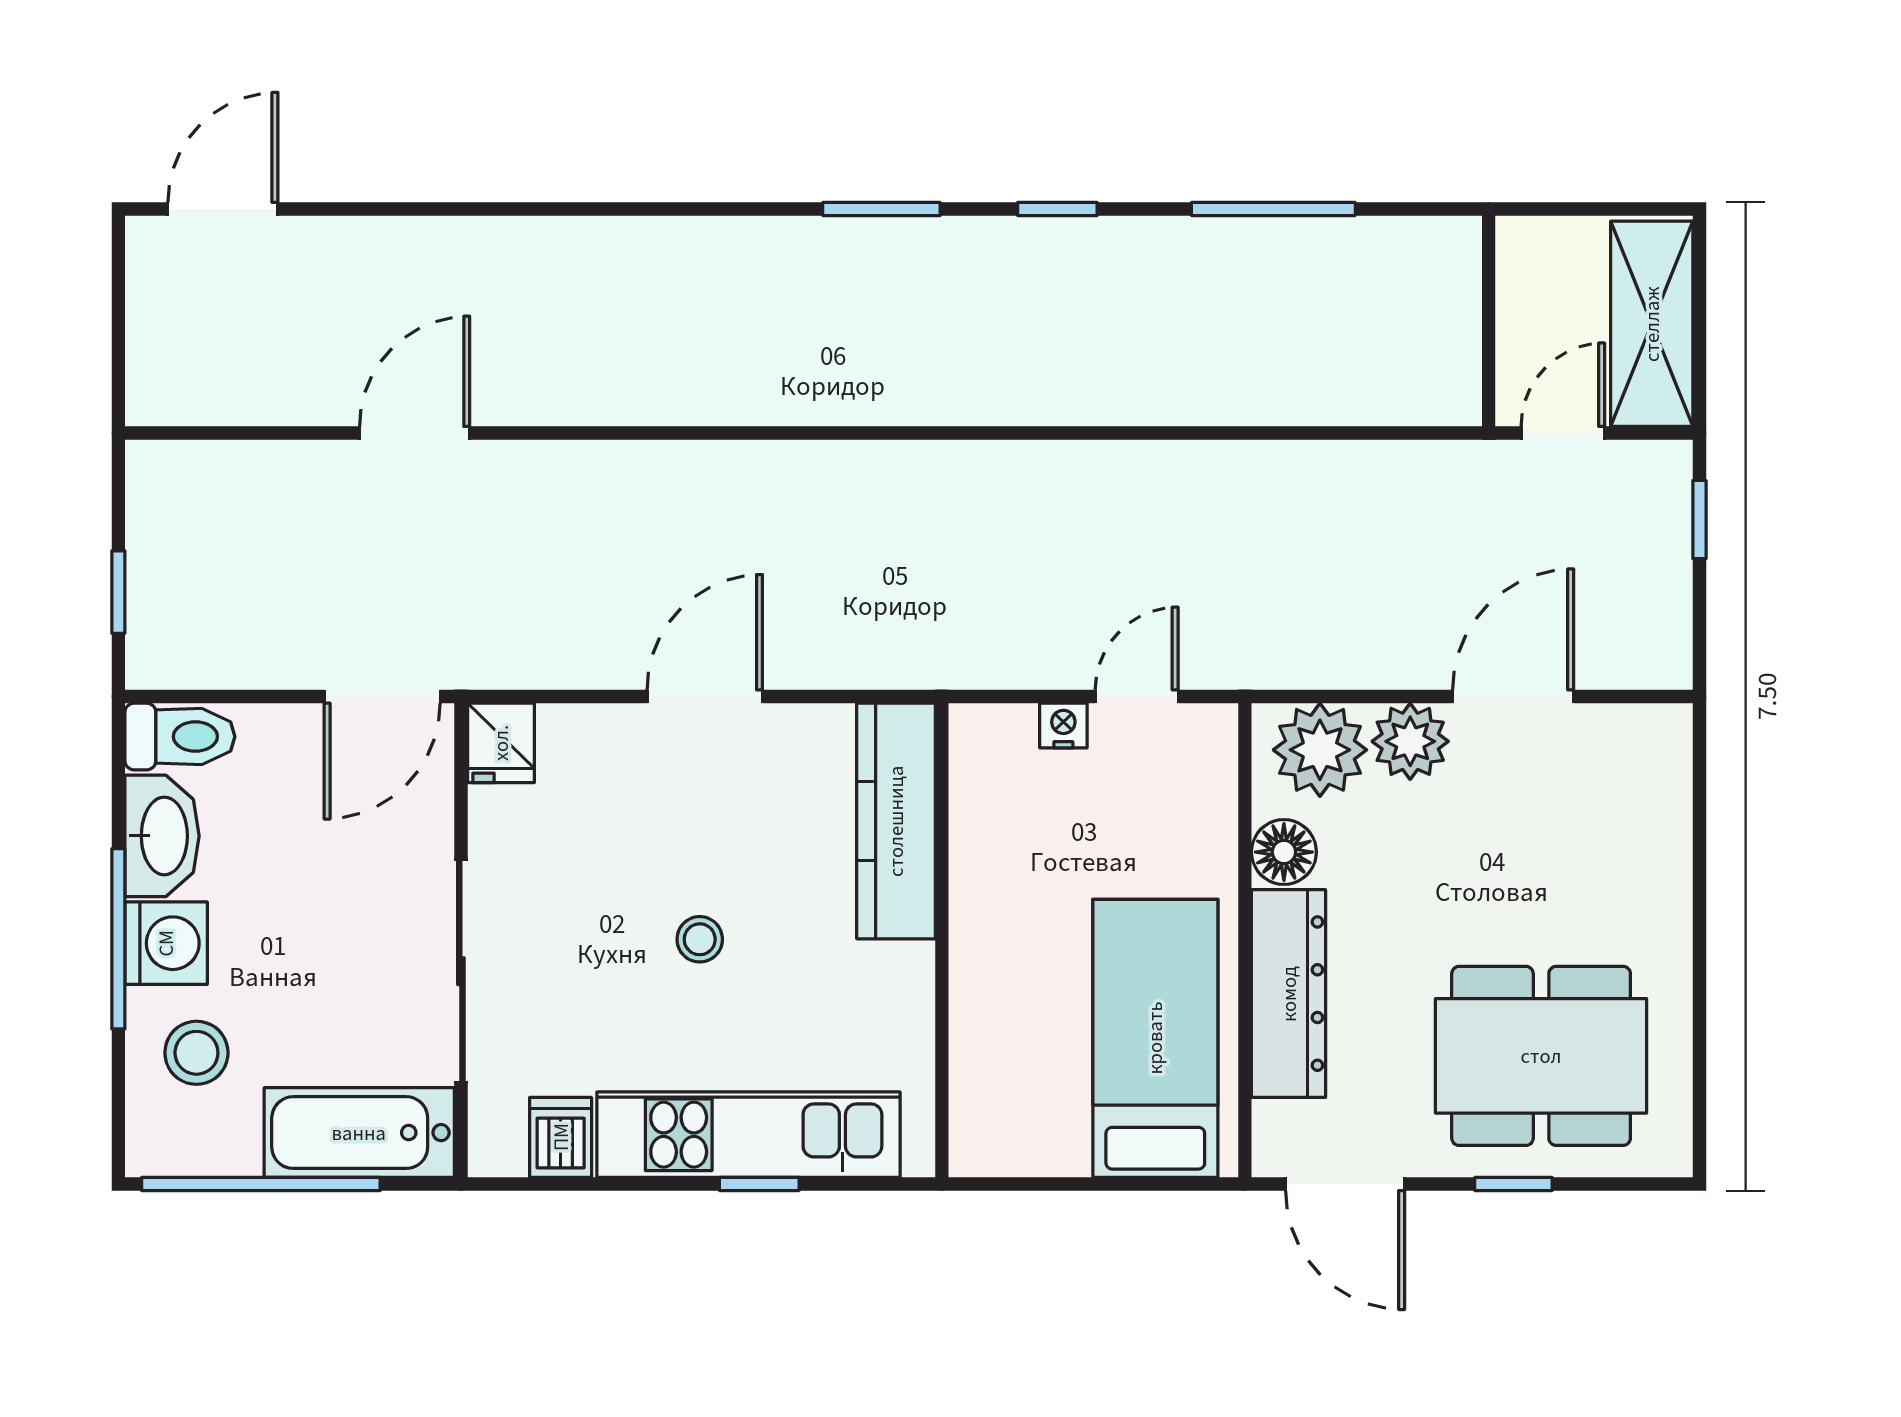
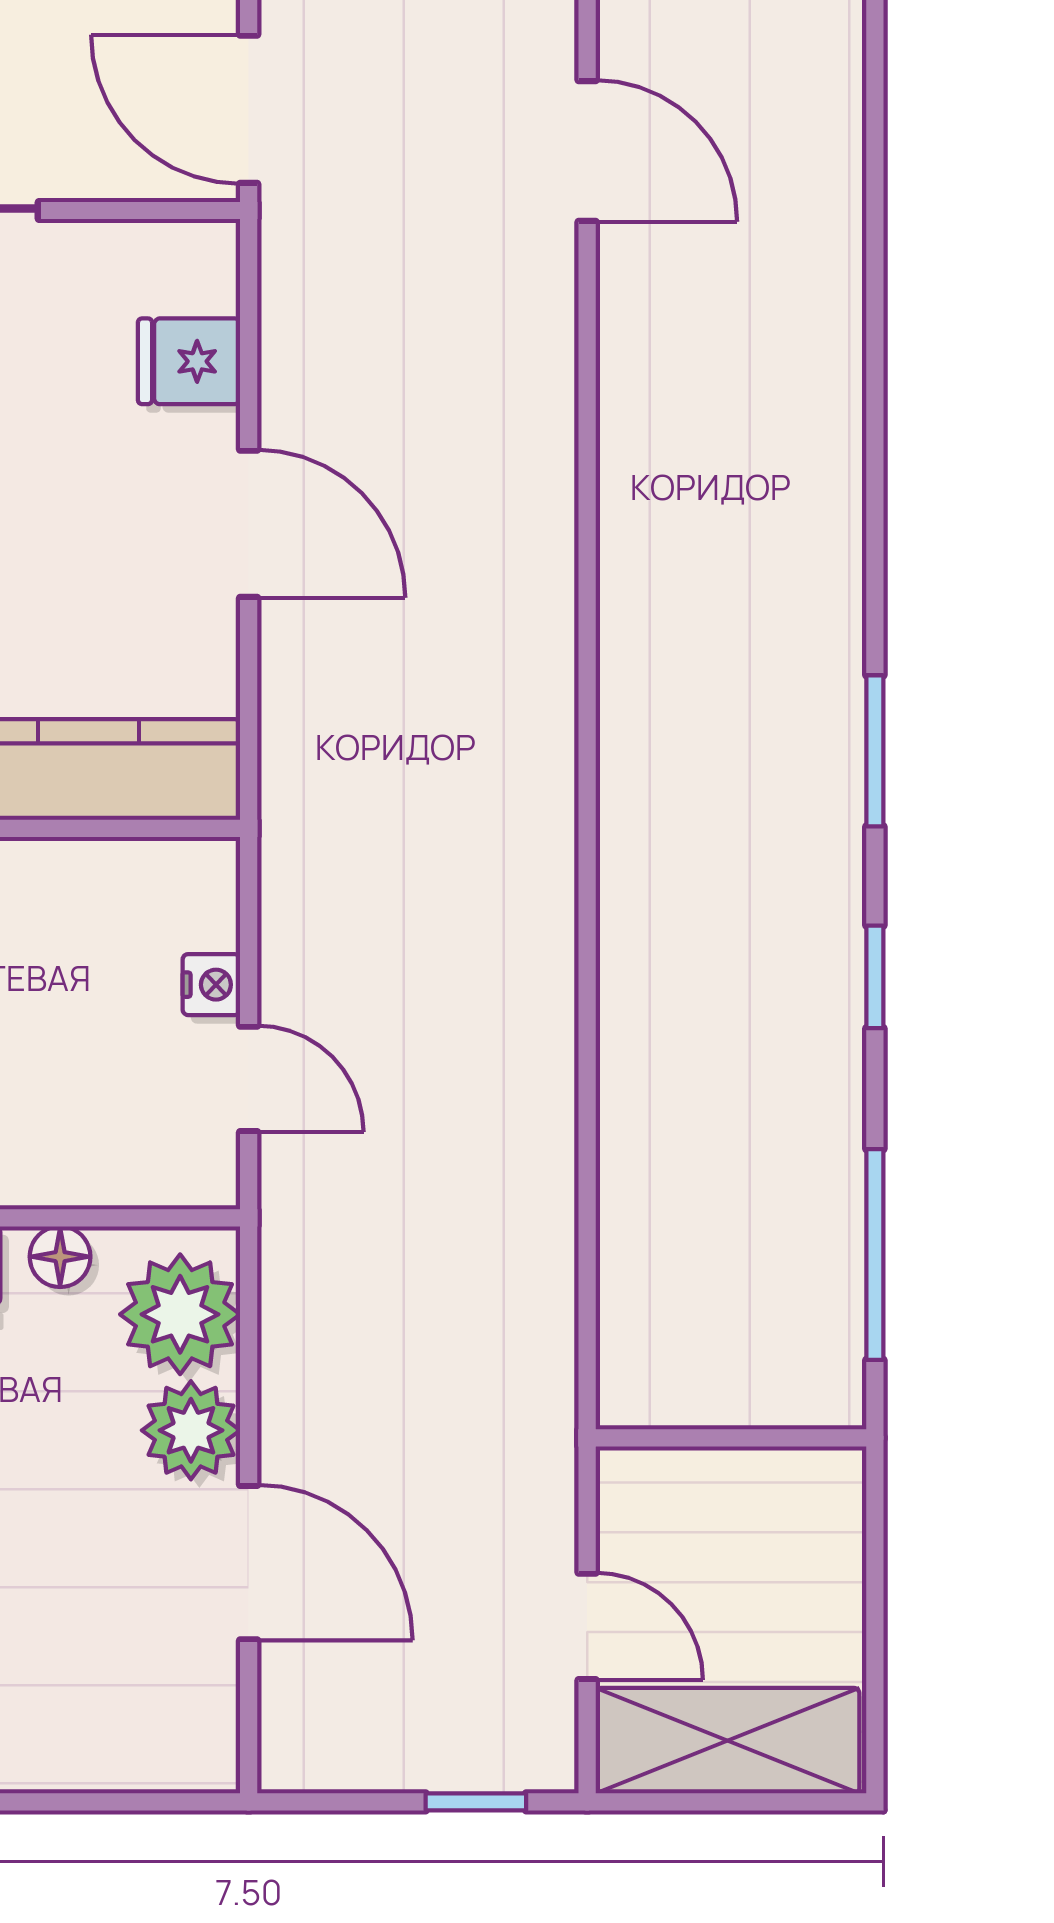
wall: (1489, 321) -> (731, 1438), moved
fridge: (501, 743) -> (189, 361), moved
floor lamp: (1284, 852) -> (60, 1257), width x0.73, depth x0.73

